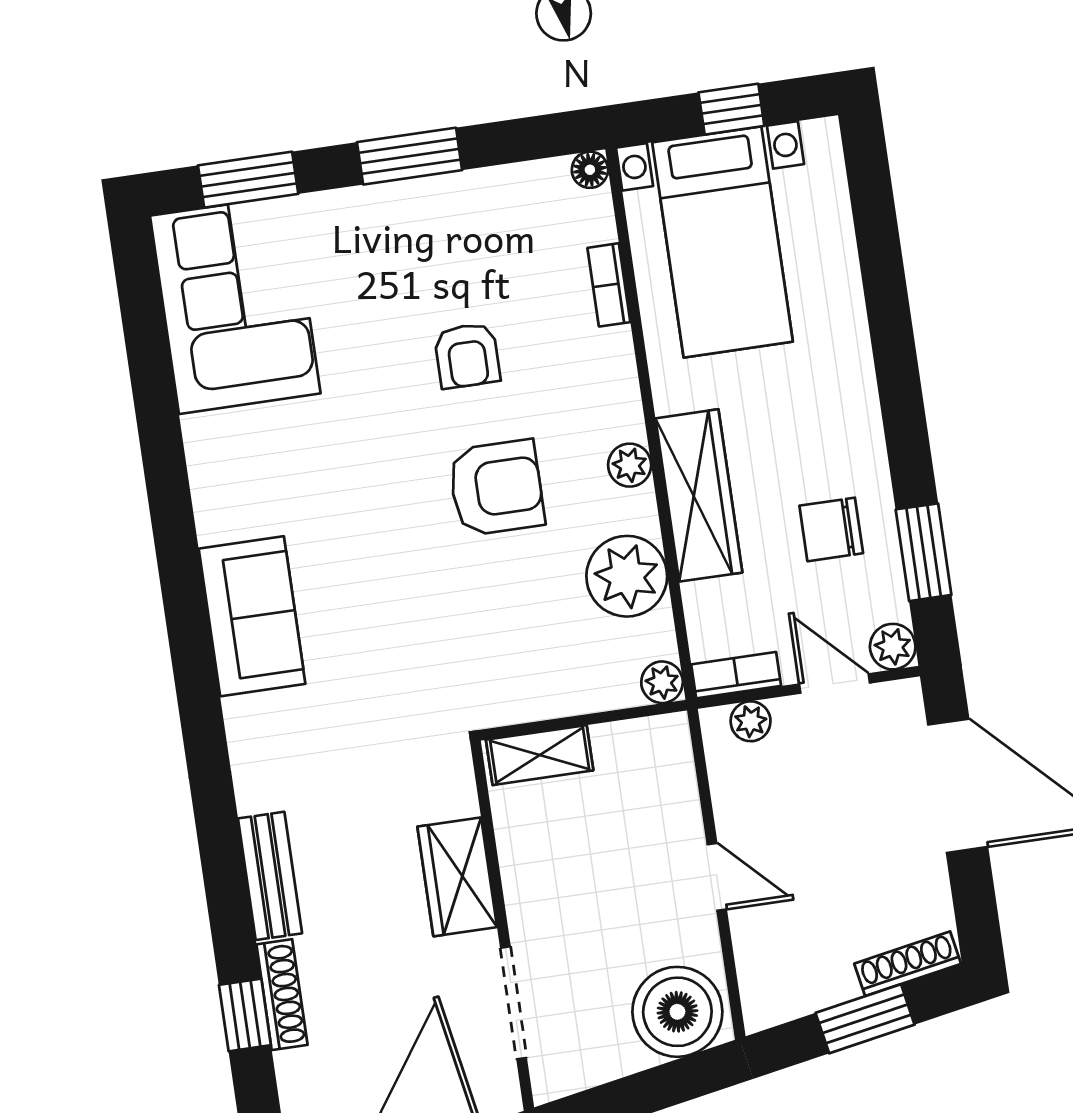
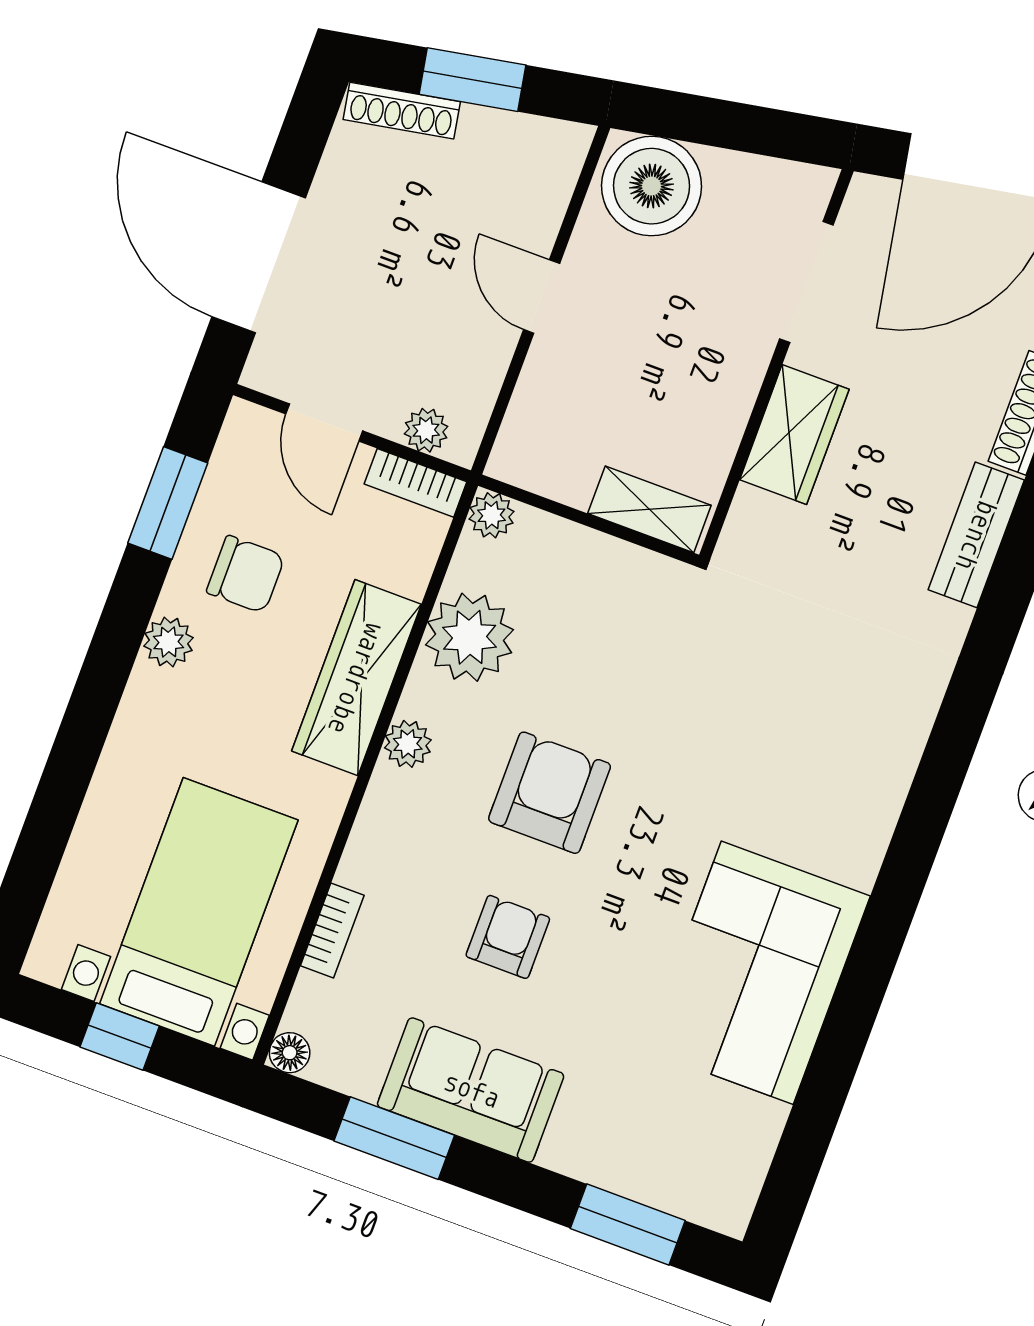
window: (410, 156) -> (394, 1138), moved
corner sofa: (235, 305) -> (757, 973), moved
armchair: (496, 488) -> (550, 793), turned 90
sofa: (252, 616) -> (471, 1090), moved, turned 90
plant: (893, 647) -> (169, 642), moved

